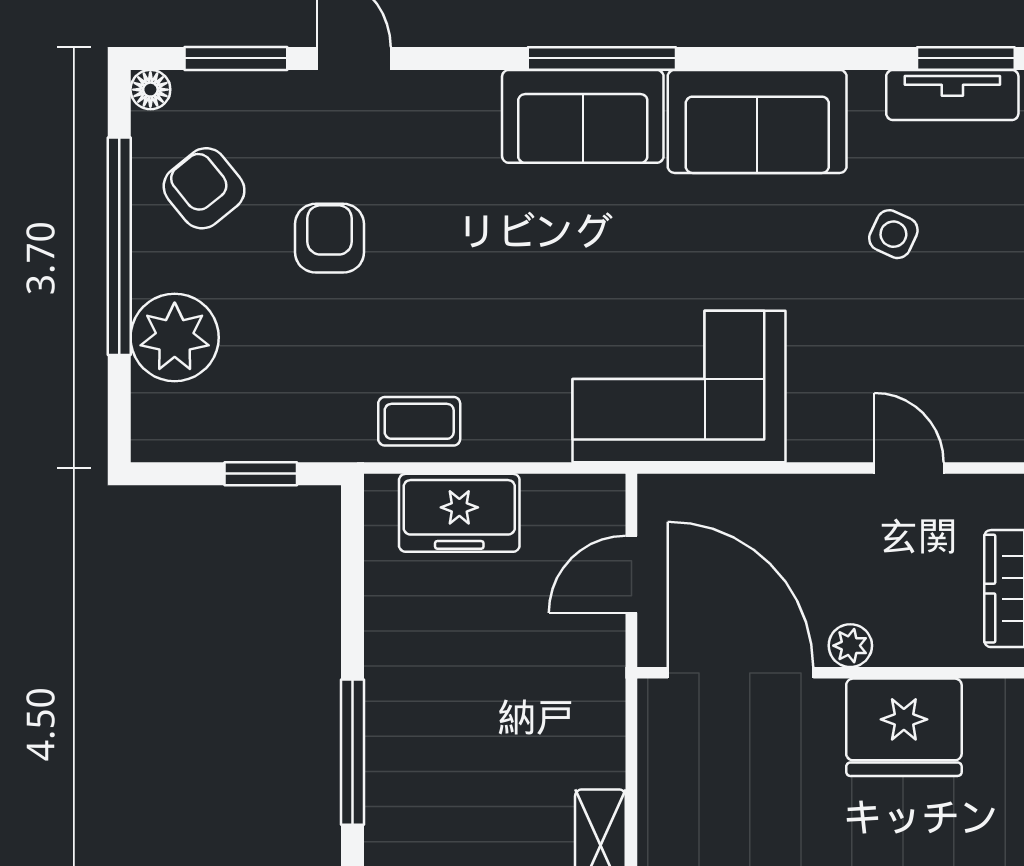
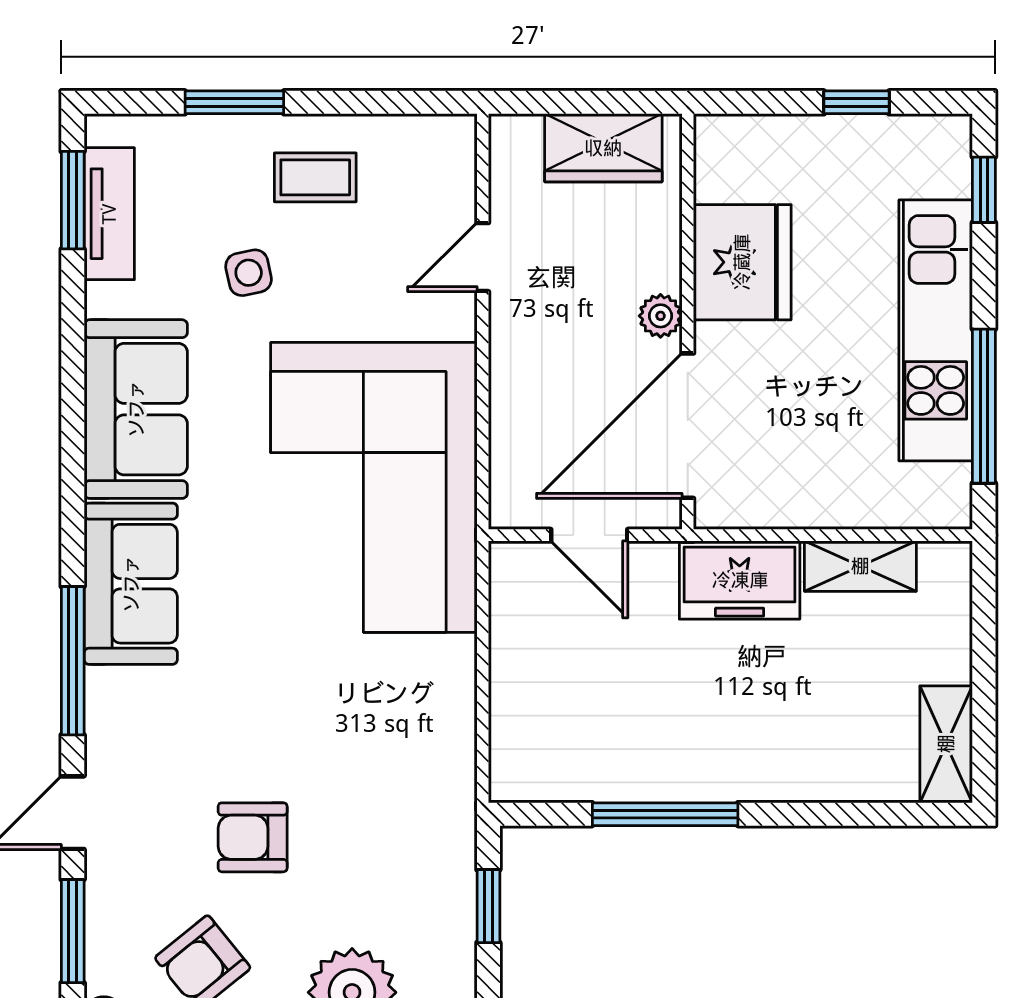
window: (602, 58) -> (73, 661), moved
side table: (893, 234) -> (249, 273), turned -37
corner sofa: (679, 386) -> (374, 487), width x1.36, depth x1.36
coffee table: (419, 421) -> (315, 177), moved, turned 90
freezer: (459, 513) -> (740, 580), moved, turned 90
window: (353, 752) -> (665, 814), moved

